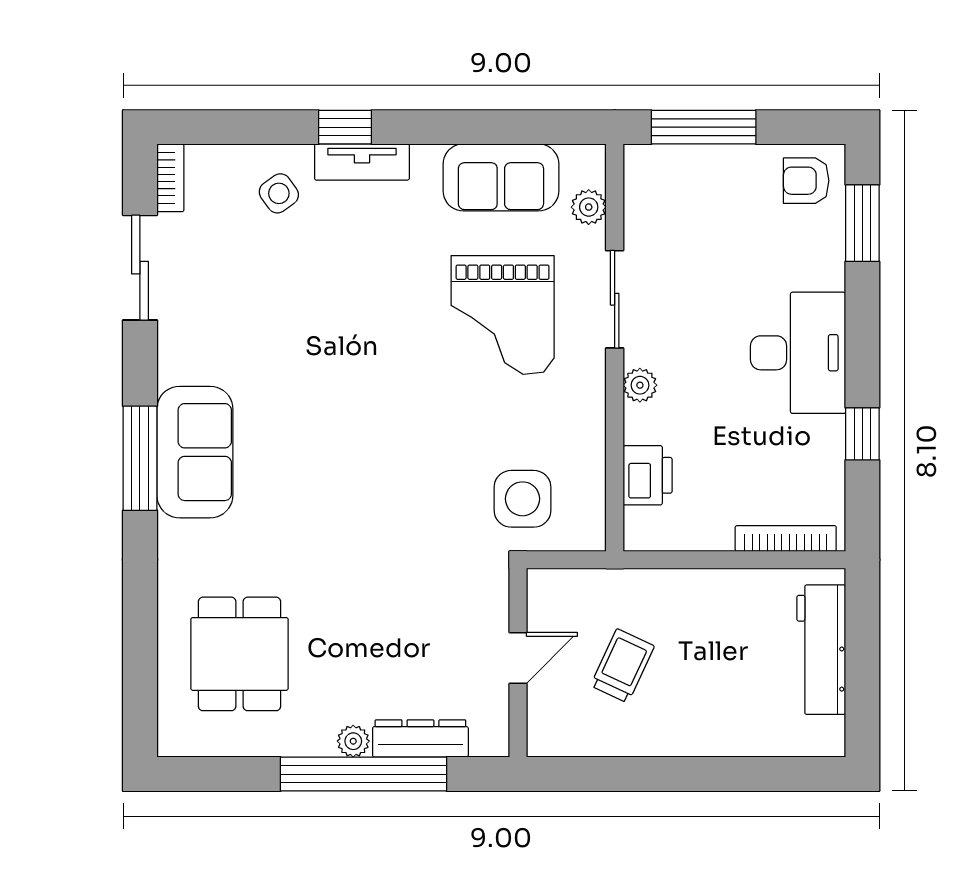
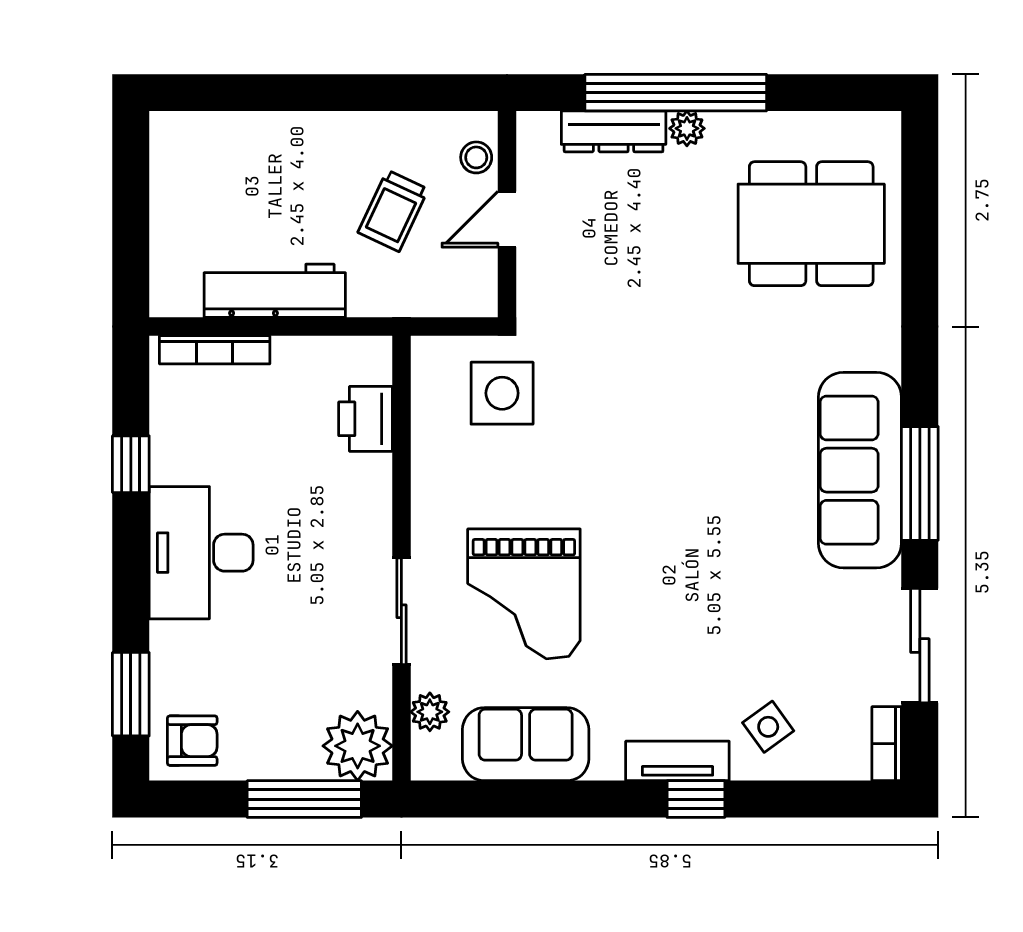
grand piano: (503, 315) -> (524, 594), turned 180
plant: (640, 385) -> (358, 746), moved, width x1.88, depth x1.88
sofa: (195, 452) -> (860, 470), width x1.36
window: (140, 458) -> (920, 483), moved
workbench: (821, 650) -> (275, 291), moved, turned -90
dining table: (239, 654) -> (811, 224), width x1.38
stool: (546, 715) -> (476, 157), added

